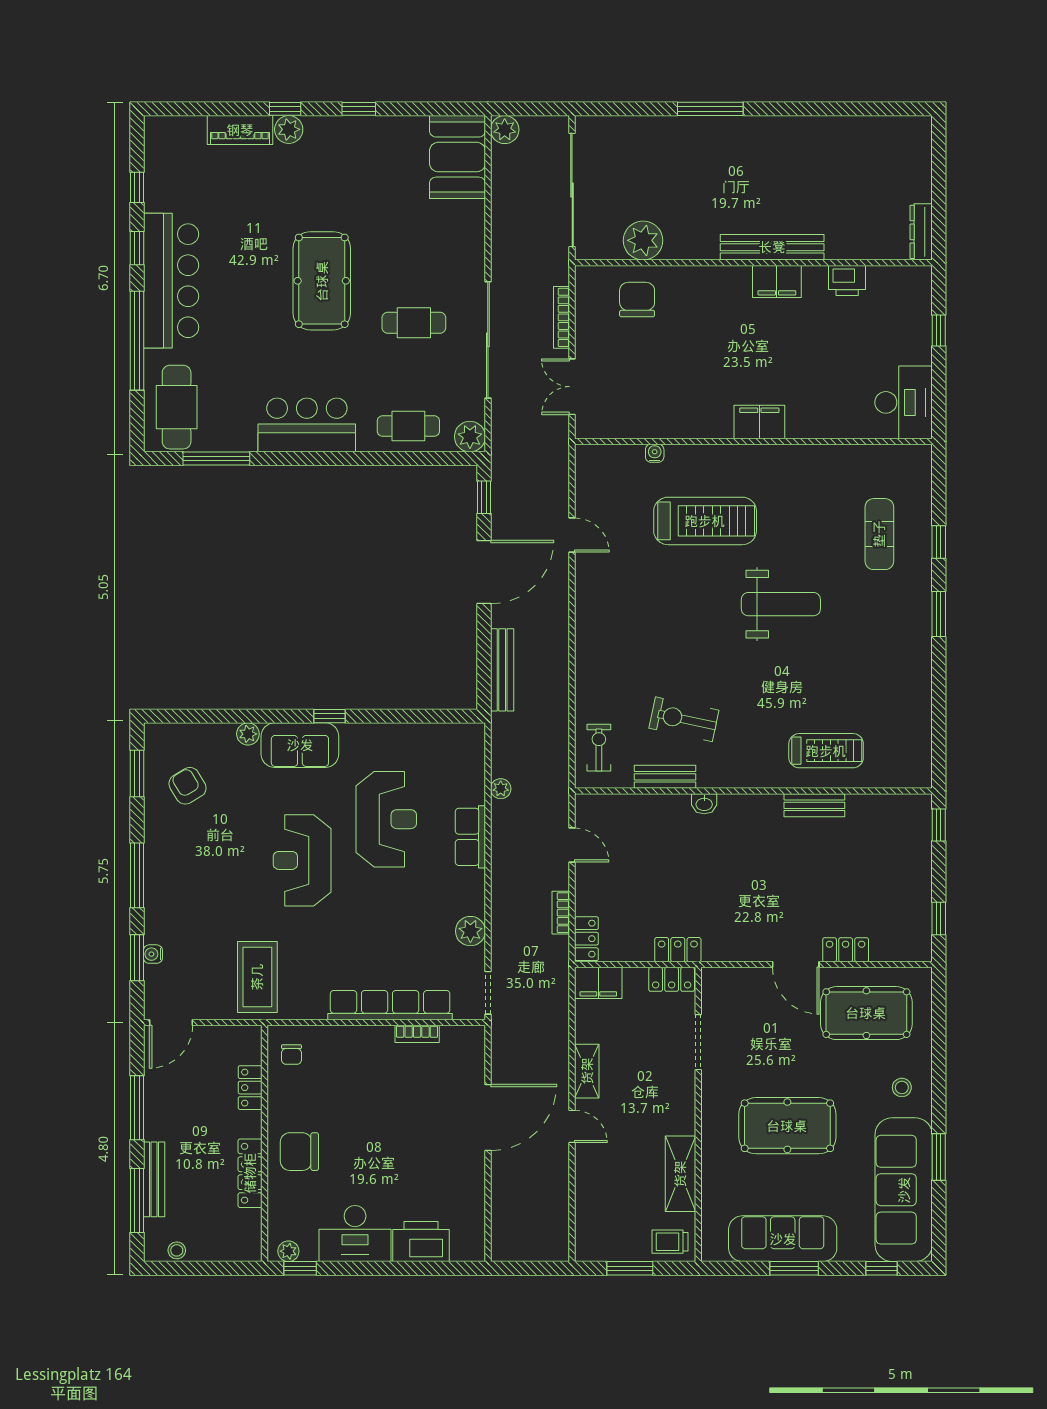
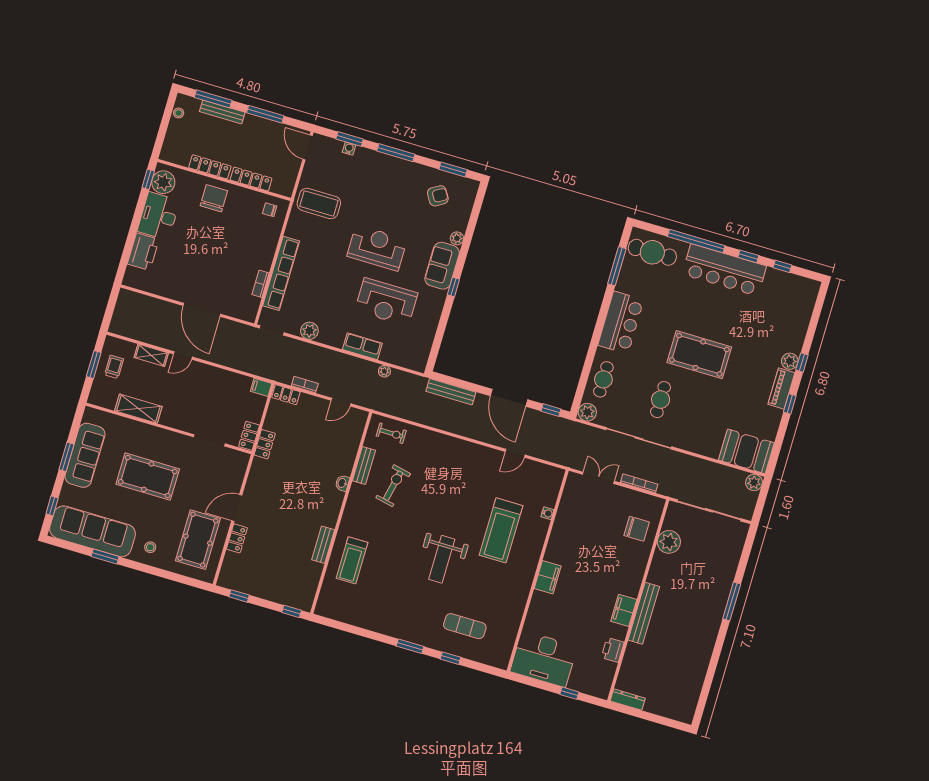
piano: (240, 130) -> (781, 388), moved
desk: (904, 402) -> (544, 659), width x1.36, depth x1.30
filing cabinet: (598, 983) -> (261, 387), width x0.50
shelving: (587, 1071) -> (151, 355), moved
locker: (250, 1088) -> (251, 179), width x1.53
pool table: (787, 1126) -> (148, 477), turned 90
trolley: (670, 1242) -> (114, 367), moved
plant: (288, 1251) -> (163, 182), width x1.88, depth x1.88

